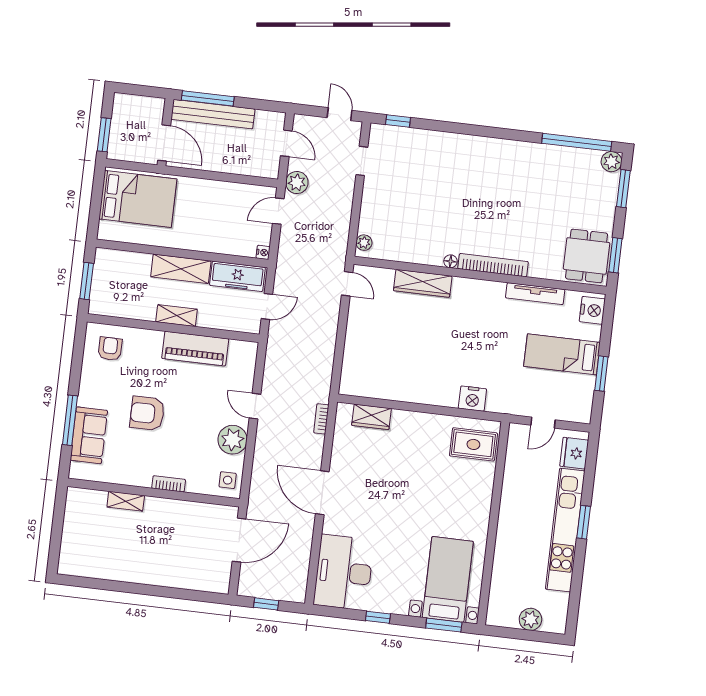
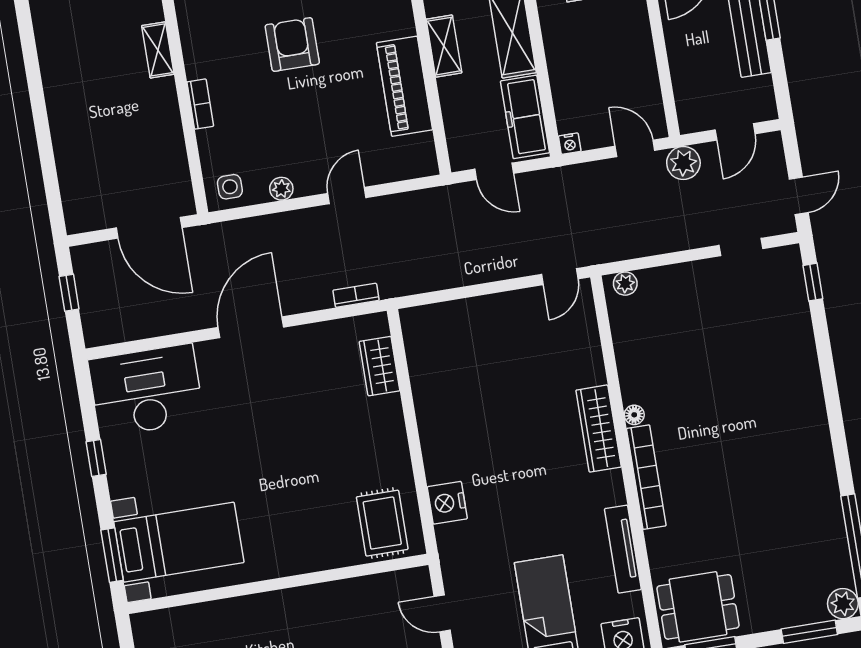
wardrobe: (423, 283) -> (599, 429), moved
plant: (233, 440) -> (281, 189), width x0.53, depth x0.53

